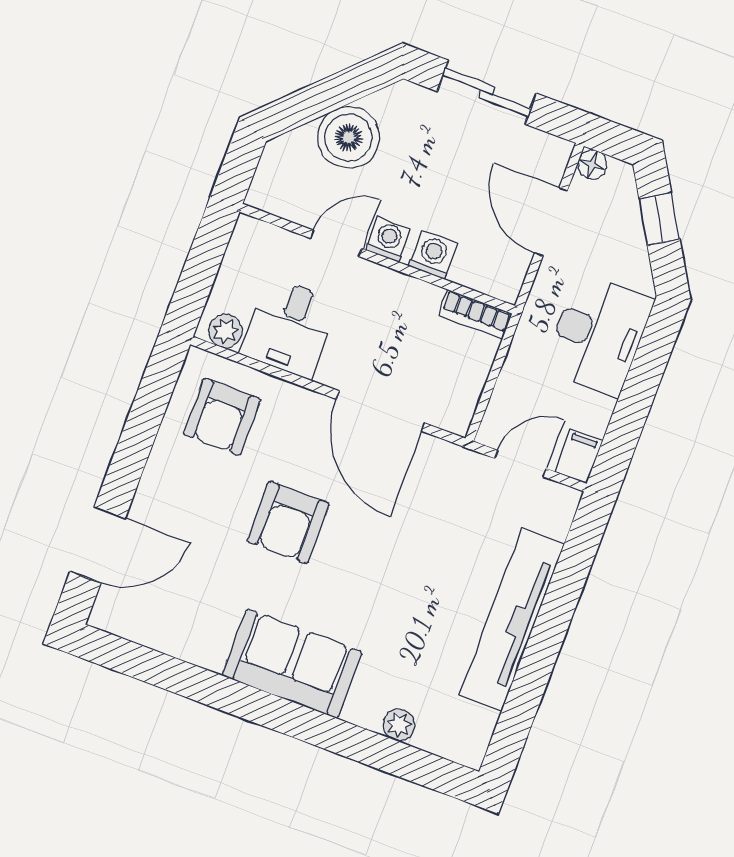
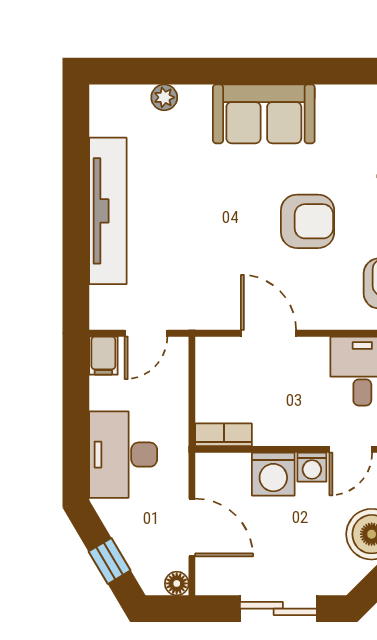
washing machine: (433, 255) -> (273, 474), width x1.38, depth x1.38
door: (380, 411) -> (269, 333), width x0.73
armchair: (288, 522) -> (308, 221), turned 90

